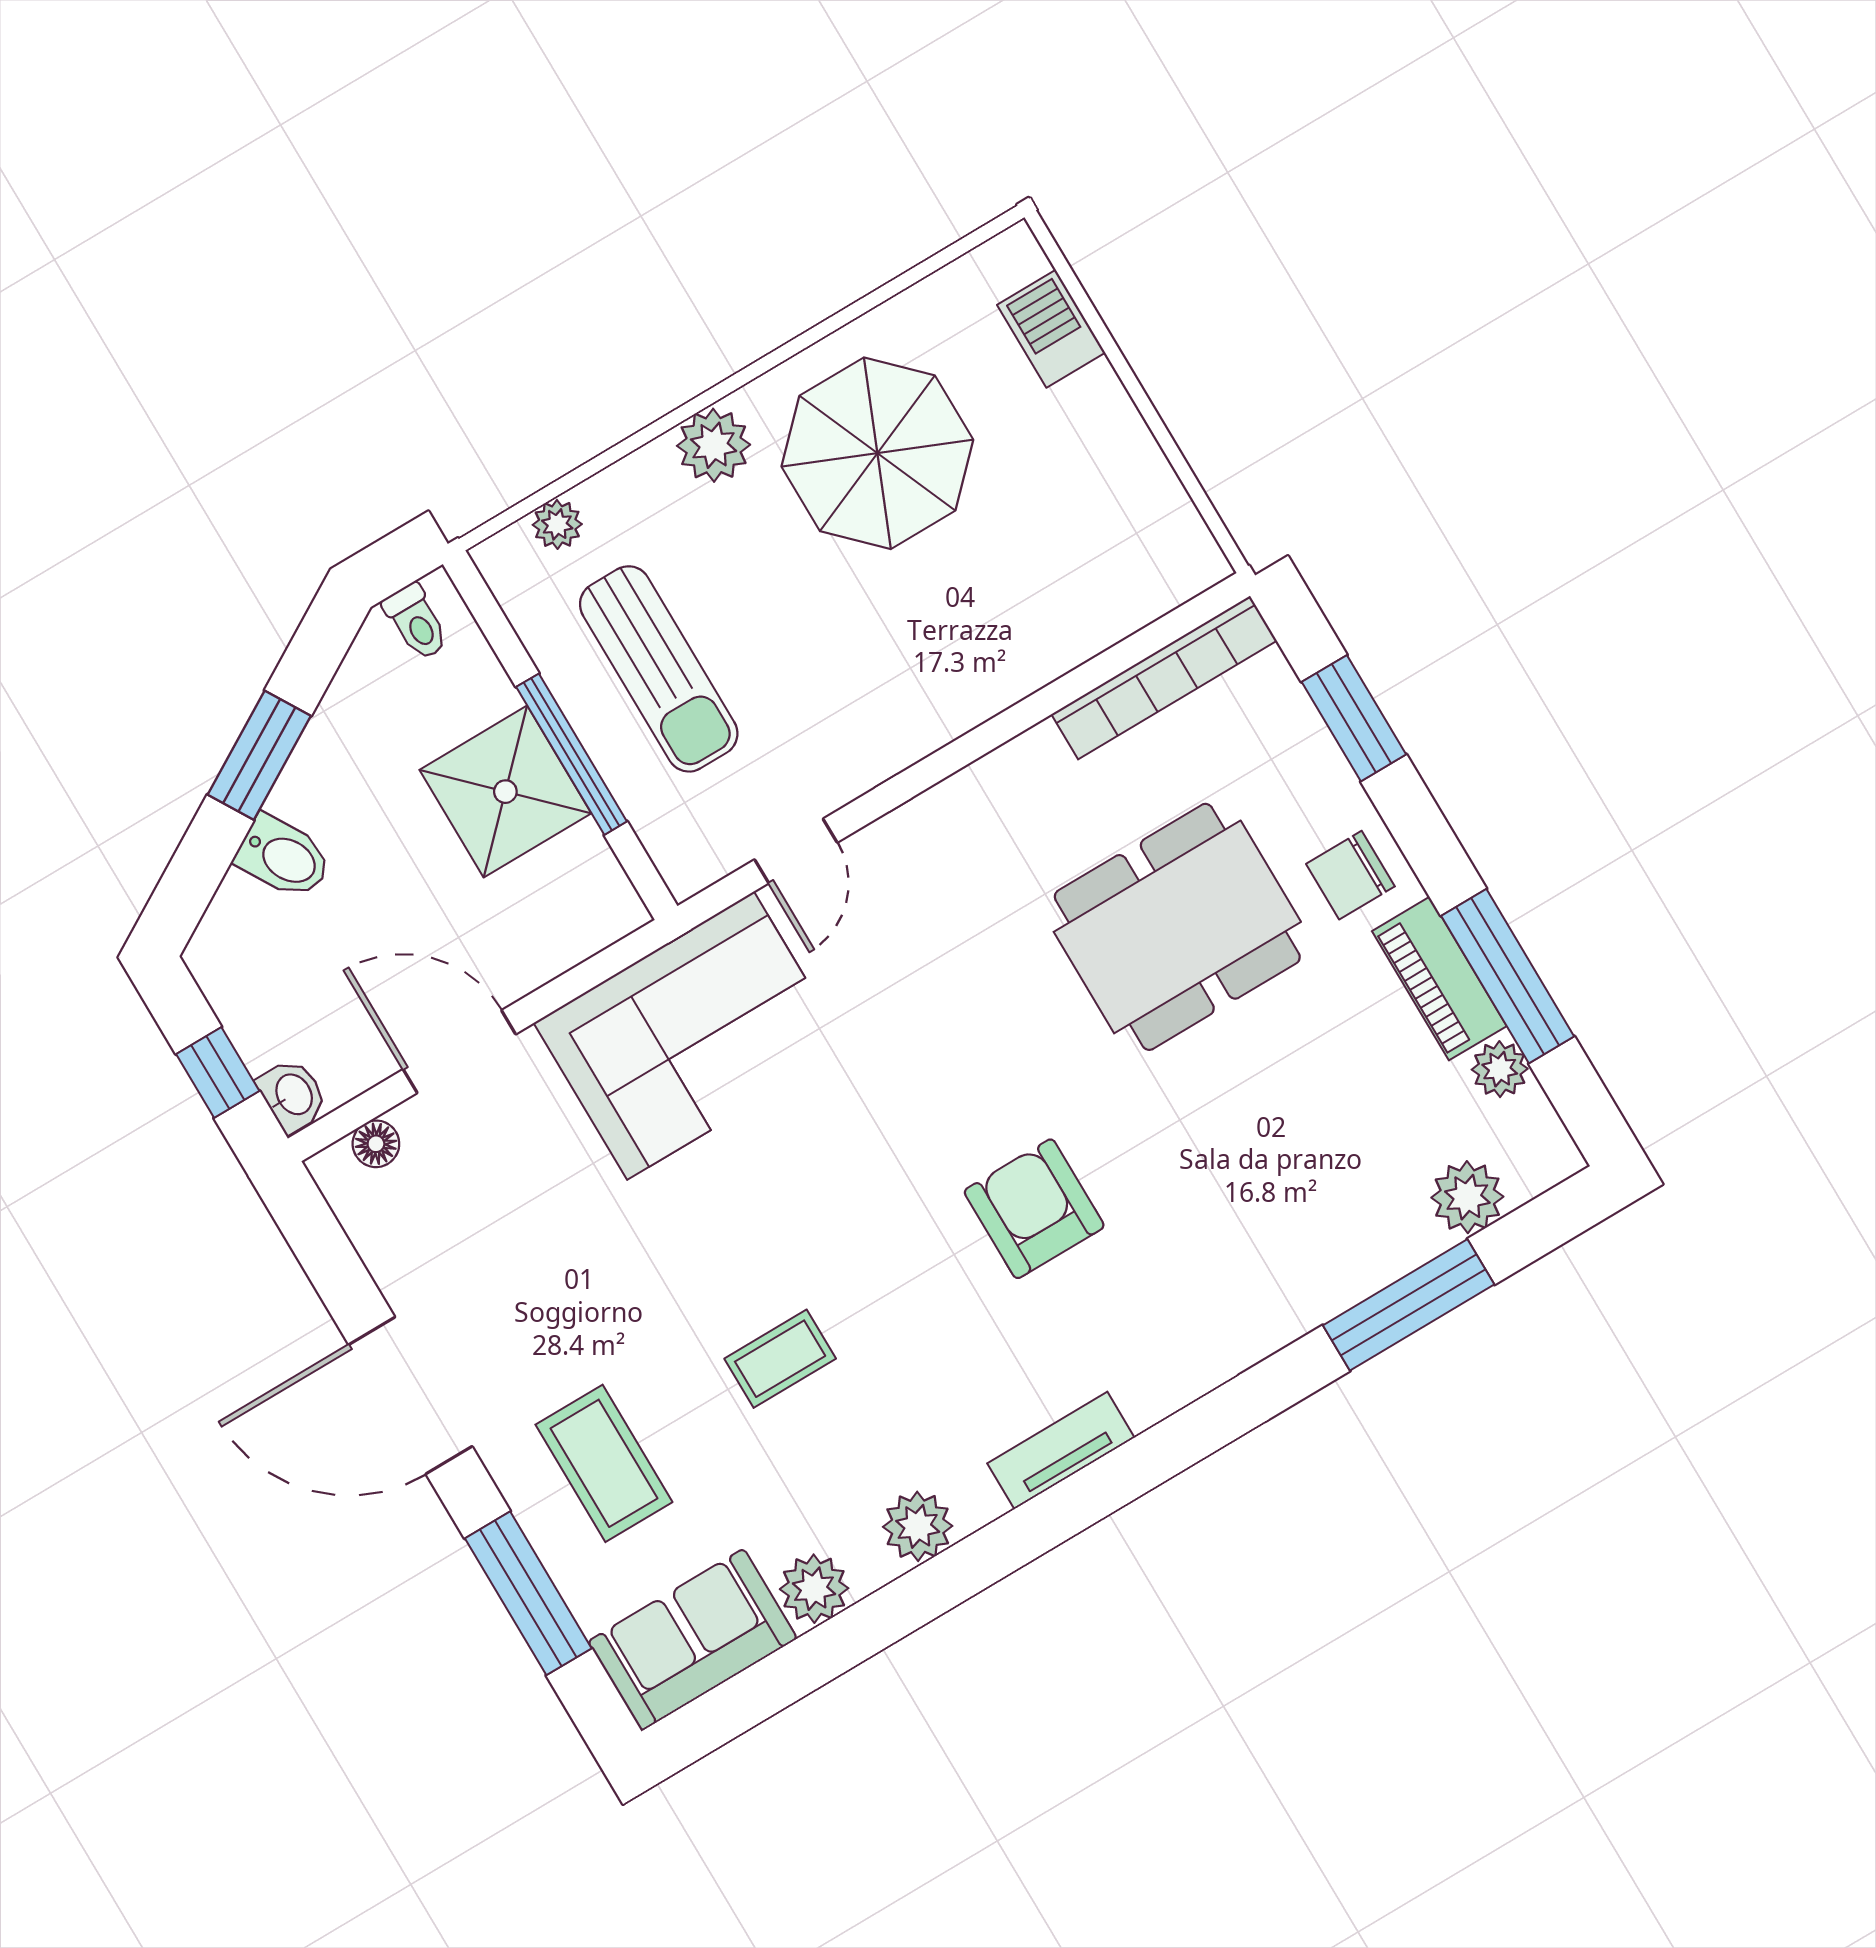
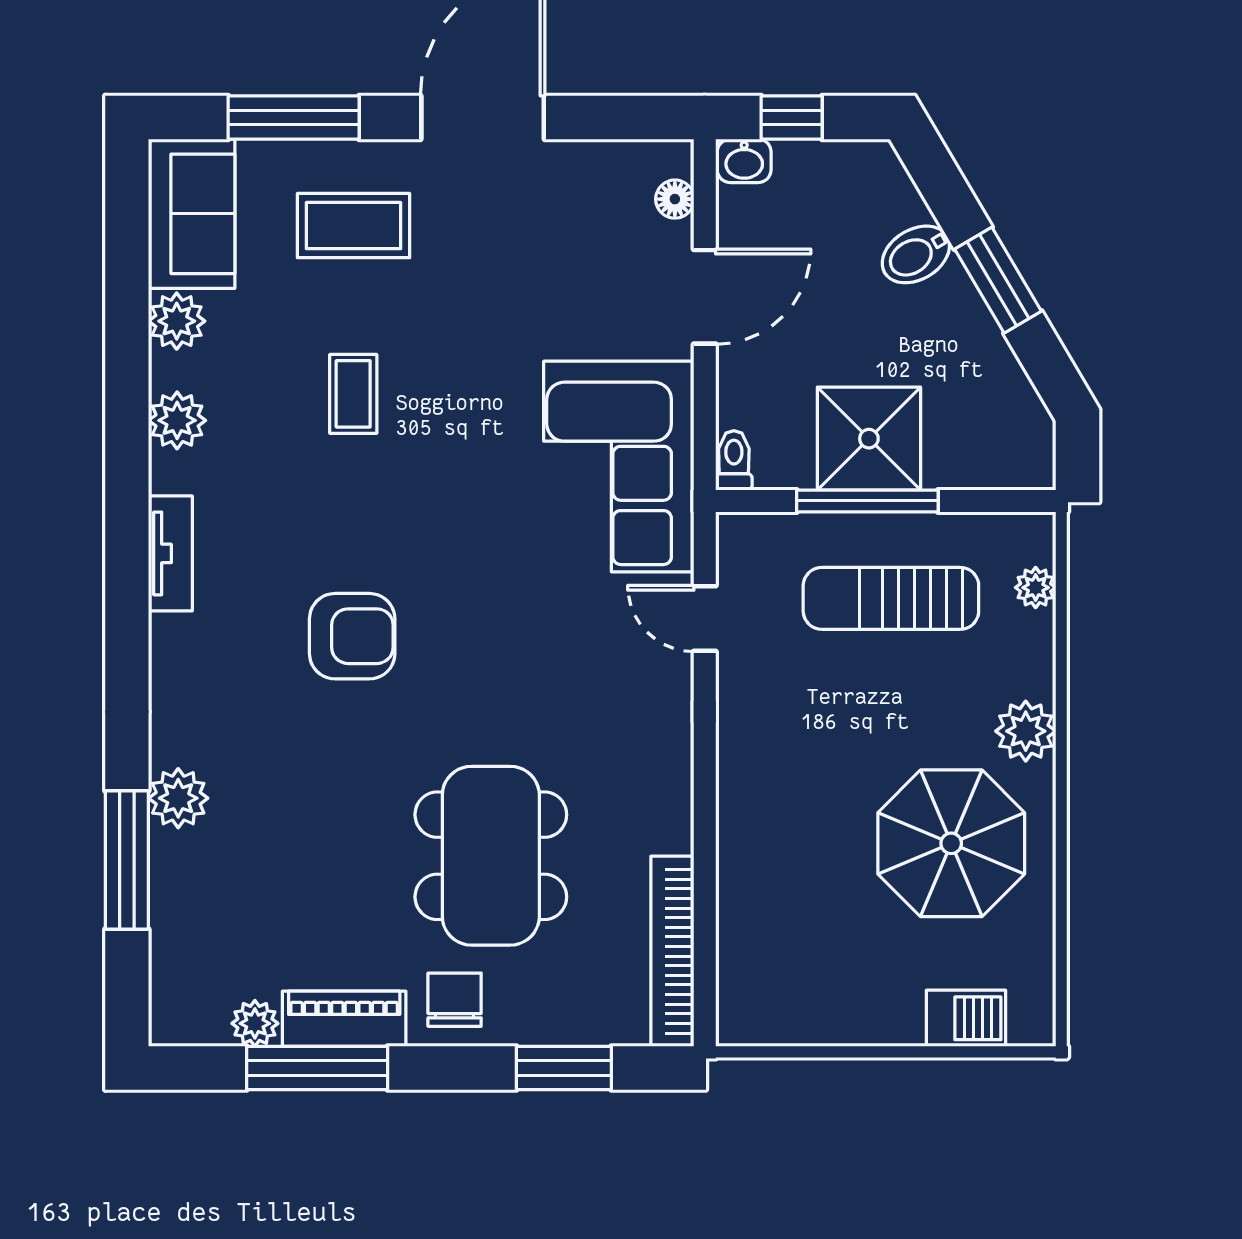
toilet: (416, 622) -> (734, 460), moved, turned 90
plant: (1467, 1197) -> (178, 798), moved

